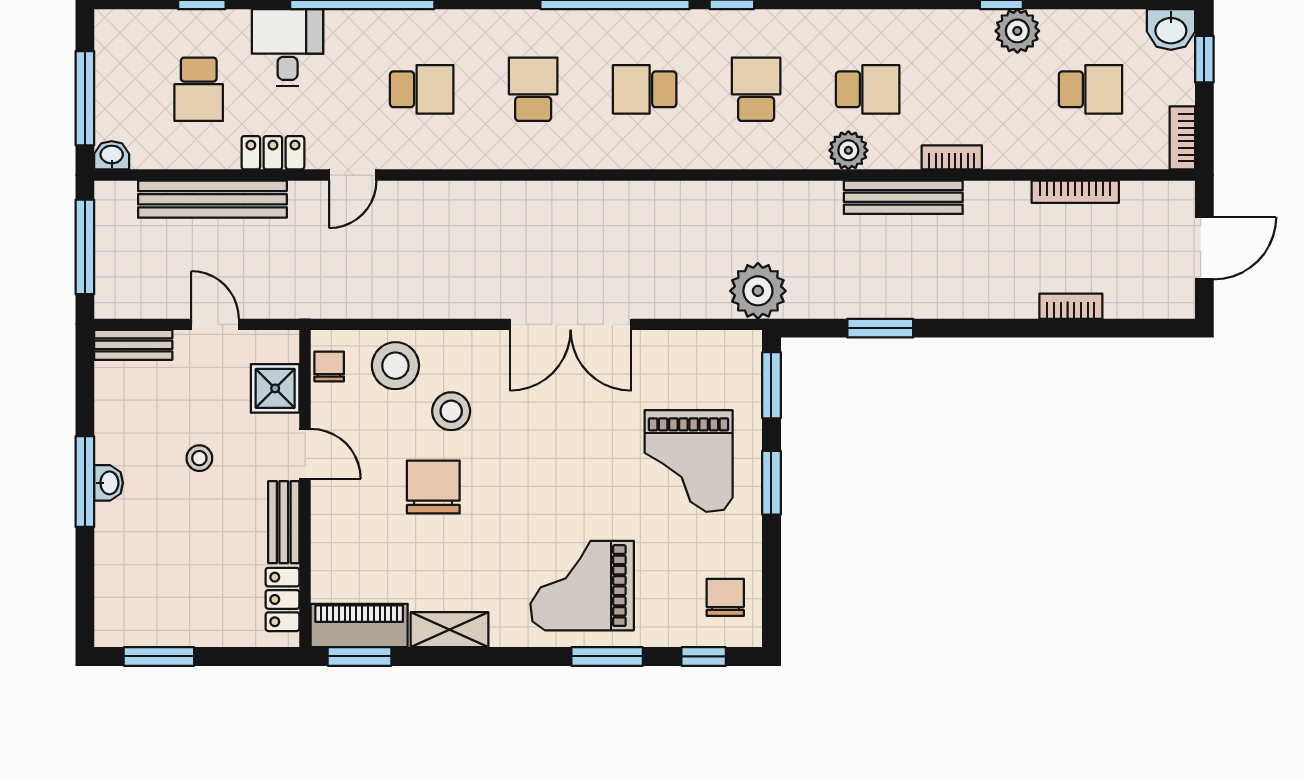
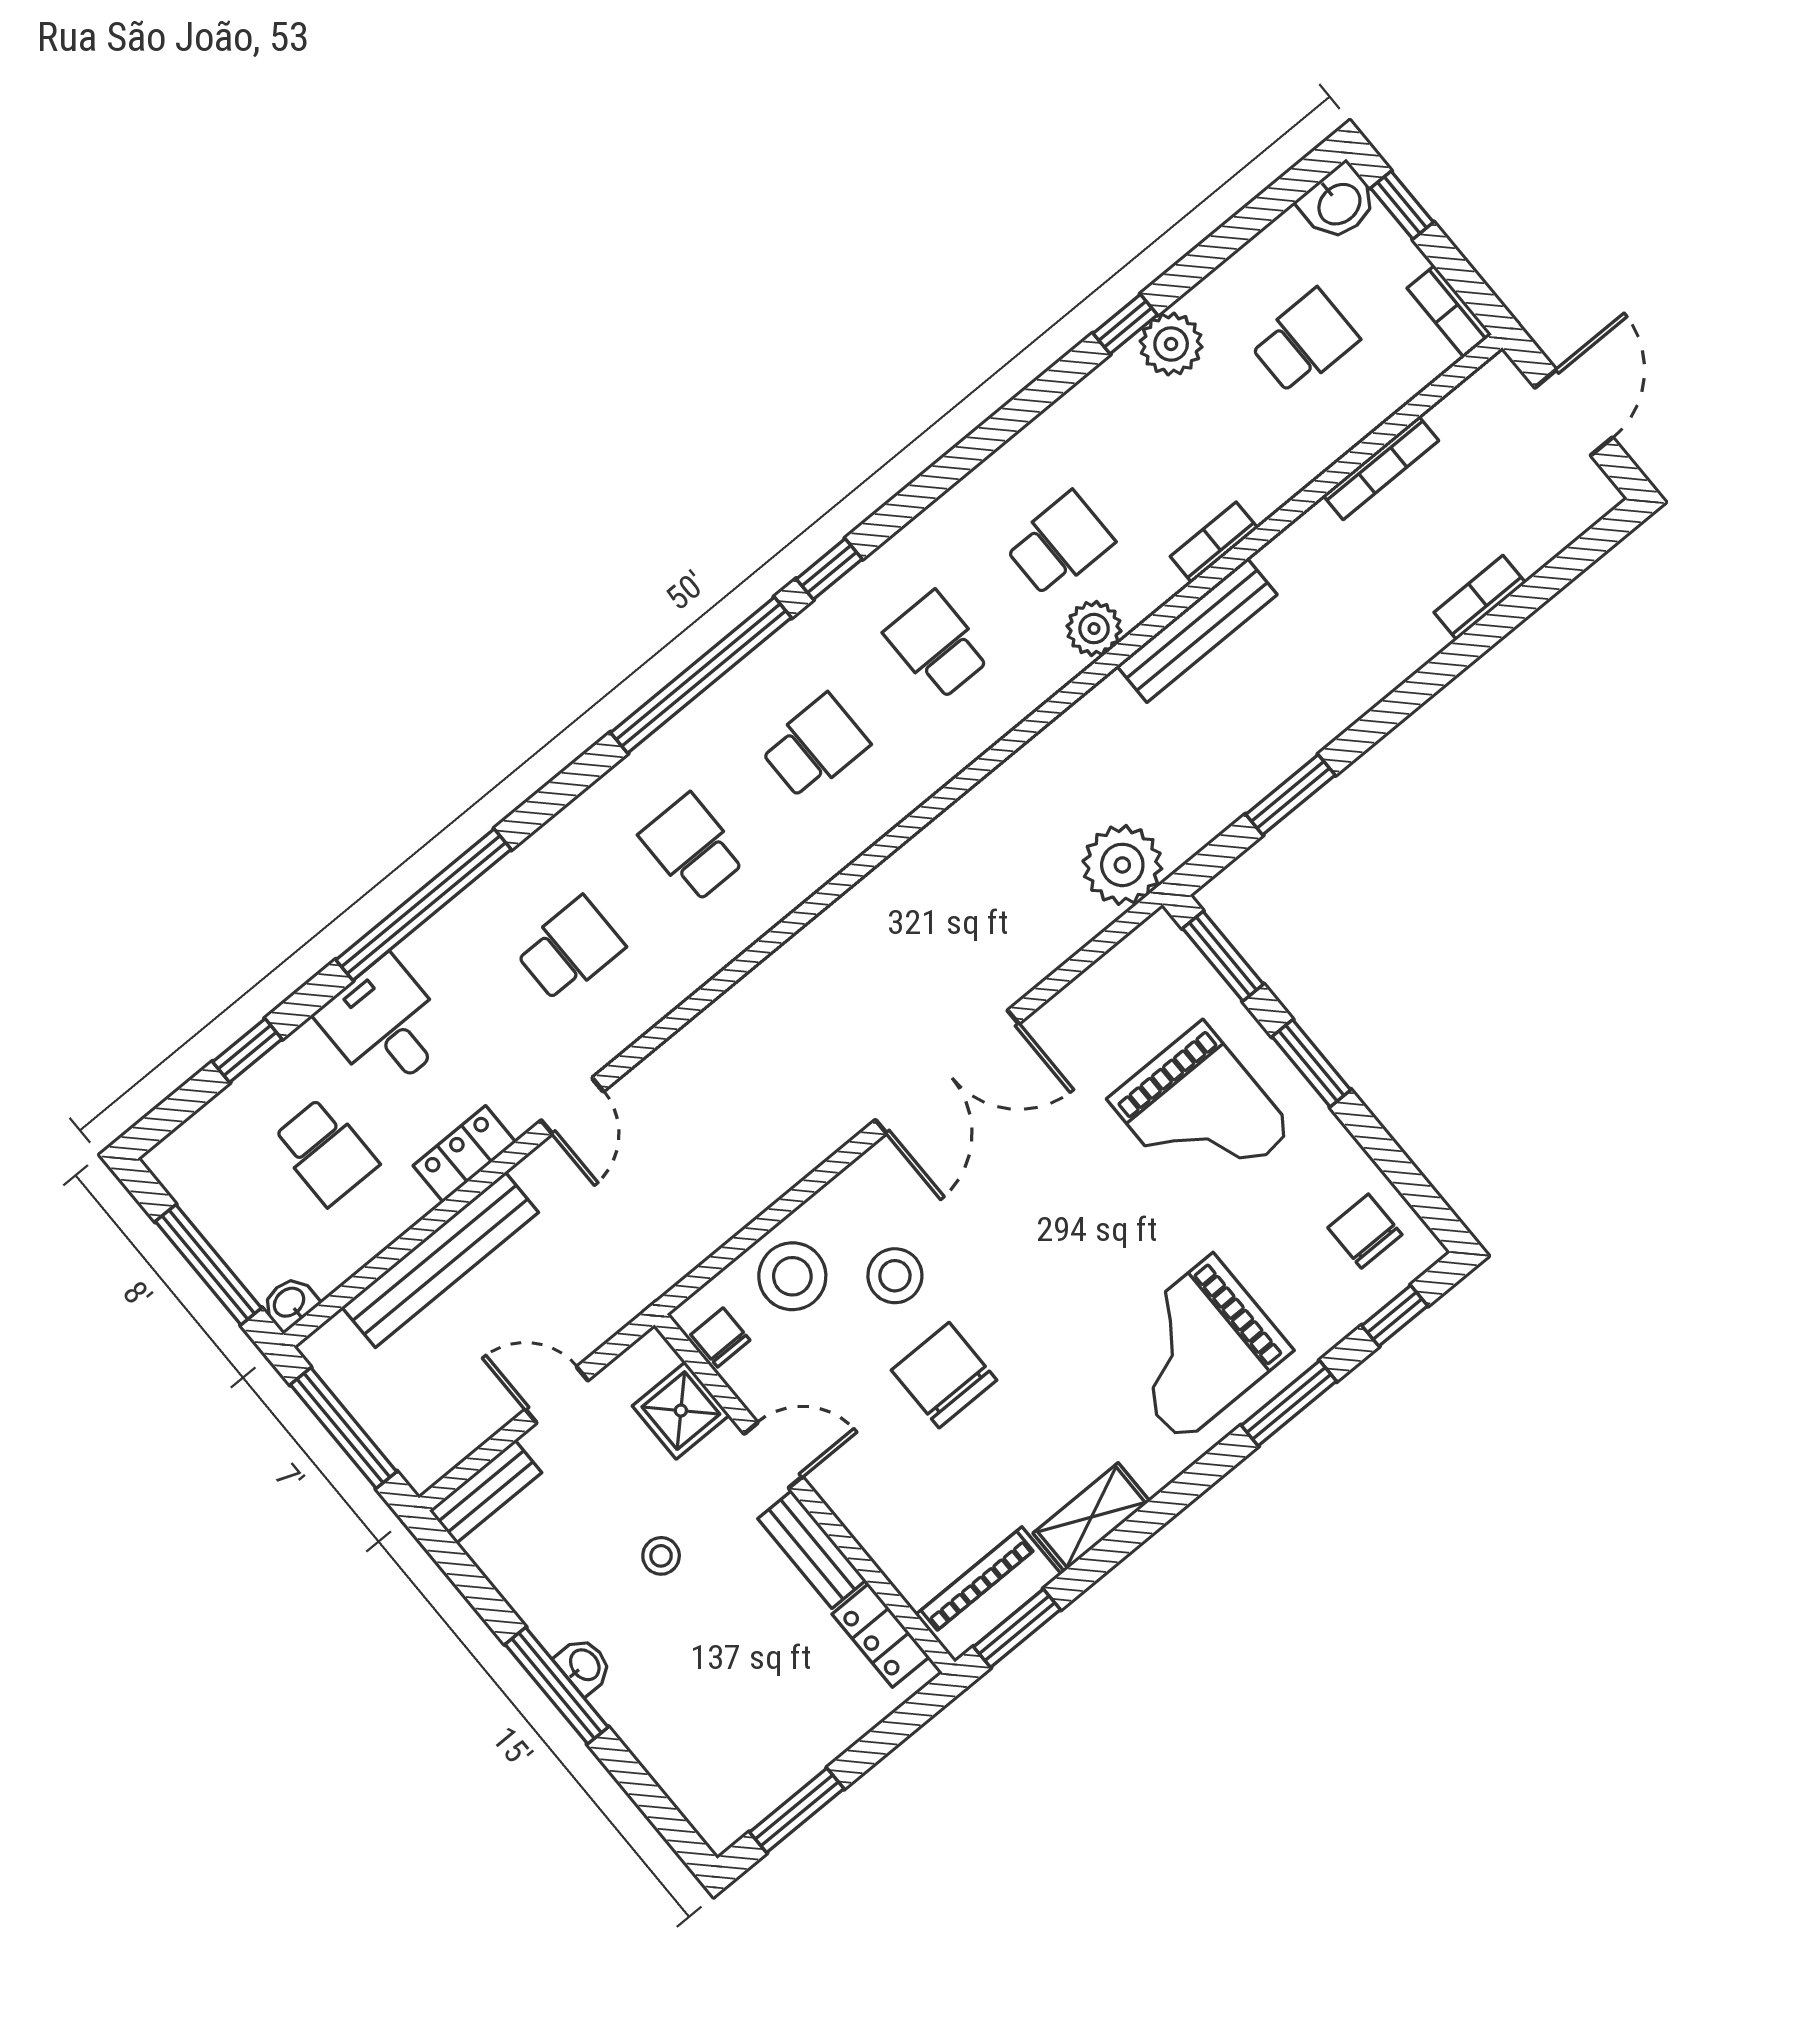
school desk: (645, 89) -> (815, 747), turned 180

